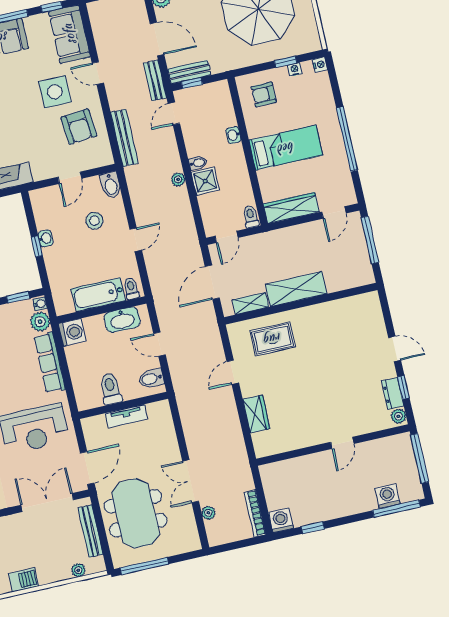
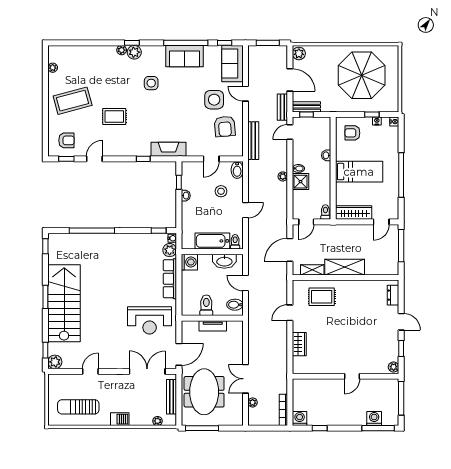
window: (37, 246) -> (179, 182), moved
dresser: (393, 393) -> (393, 295), moved

